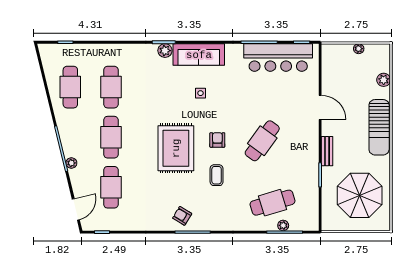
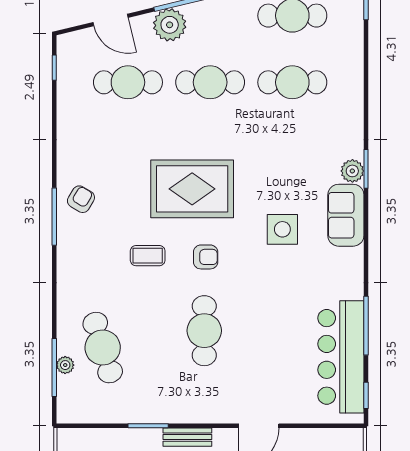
sofa: (199, 55) -> (346, 215), width x0.73
side table: (200, 93) -> (282, 229), width x1.87, depth x1.87
cafe table: (262, 141) -> (204, 331), turned 54
plant: (71, 163) -> (170, 25), width x1.87, depth x1.87
door: (76, 209) -> (110, 20), moved

